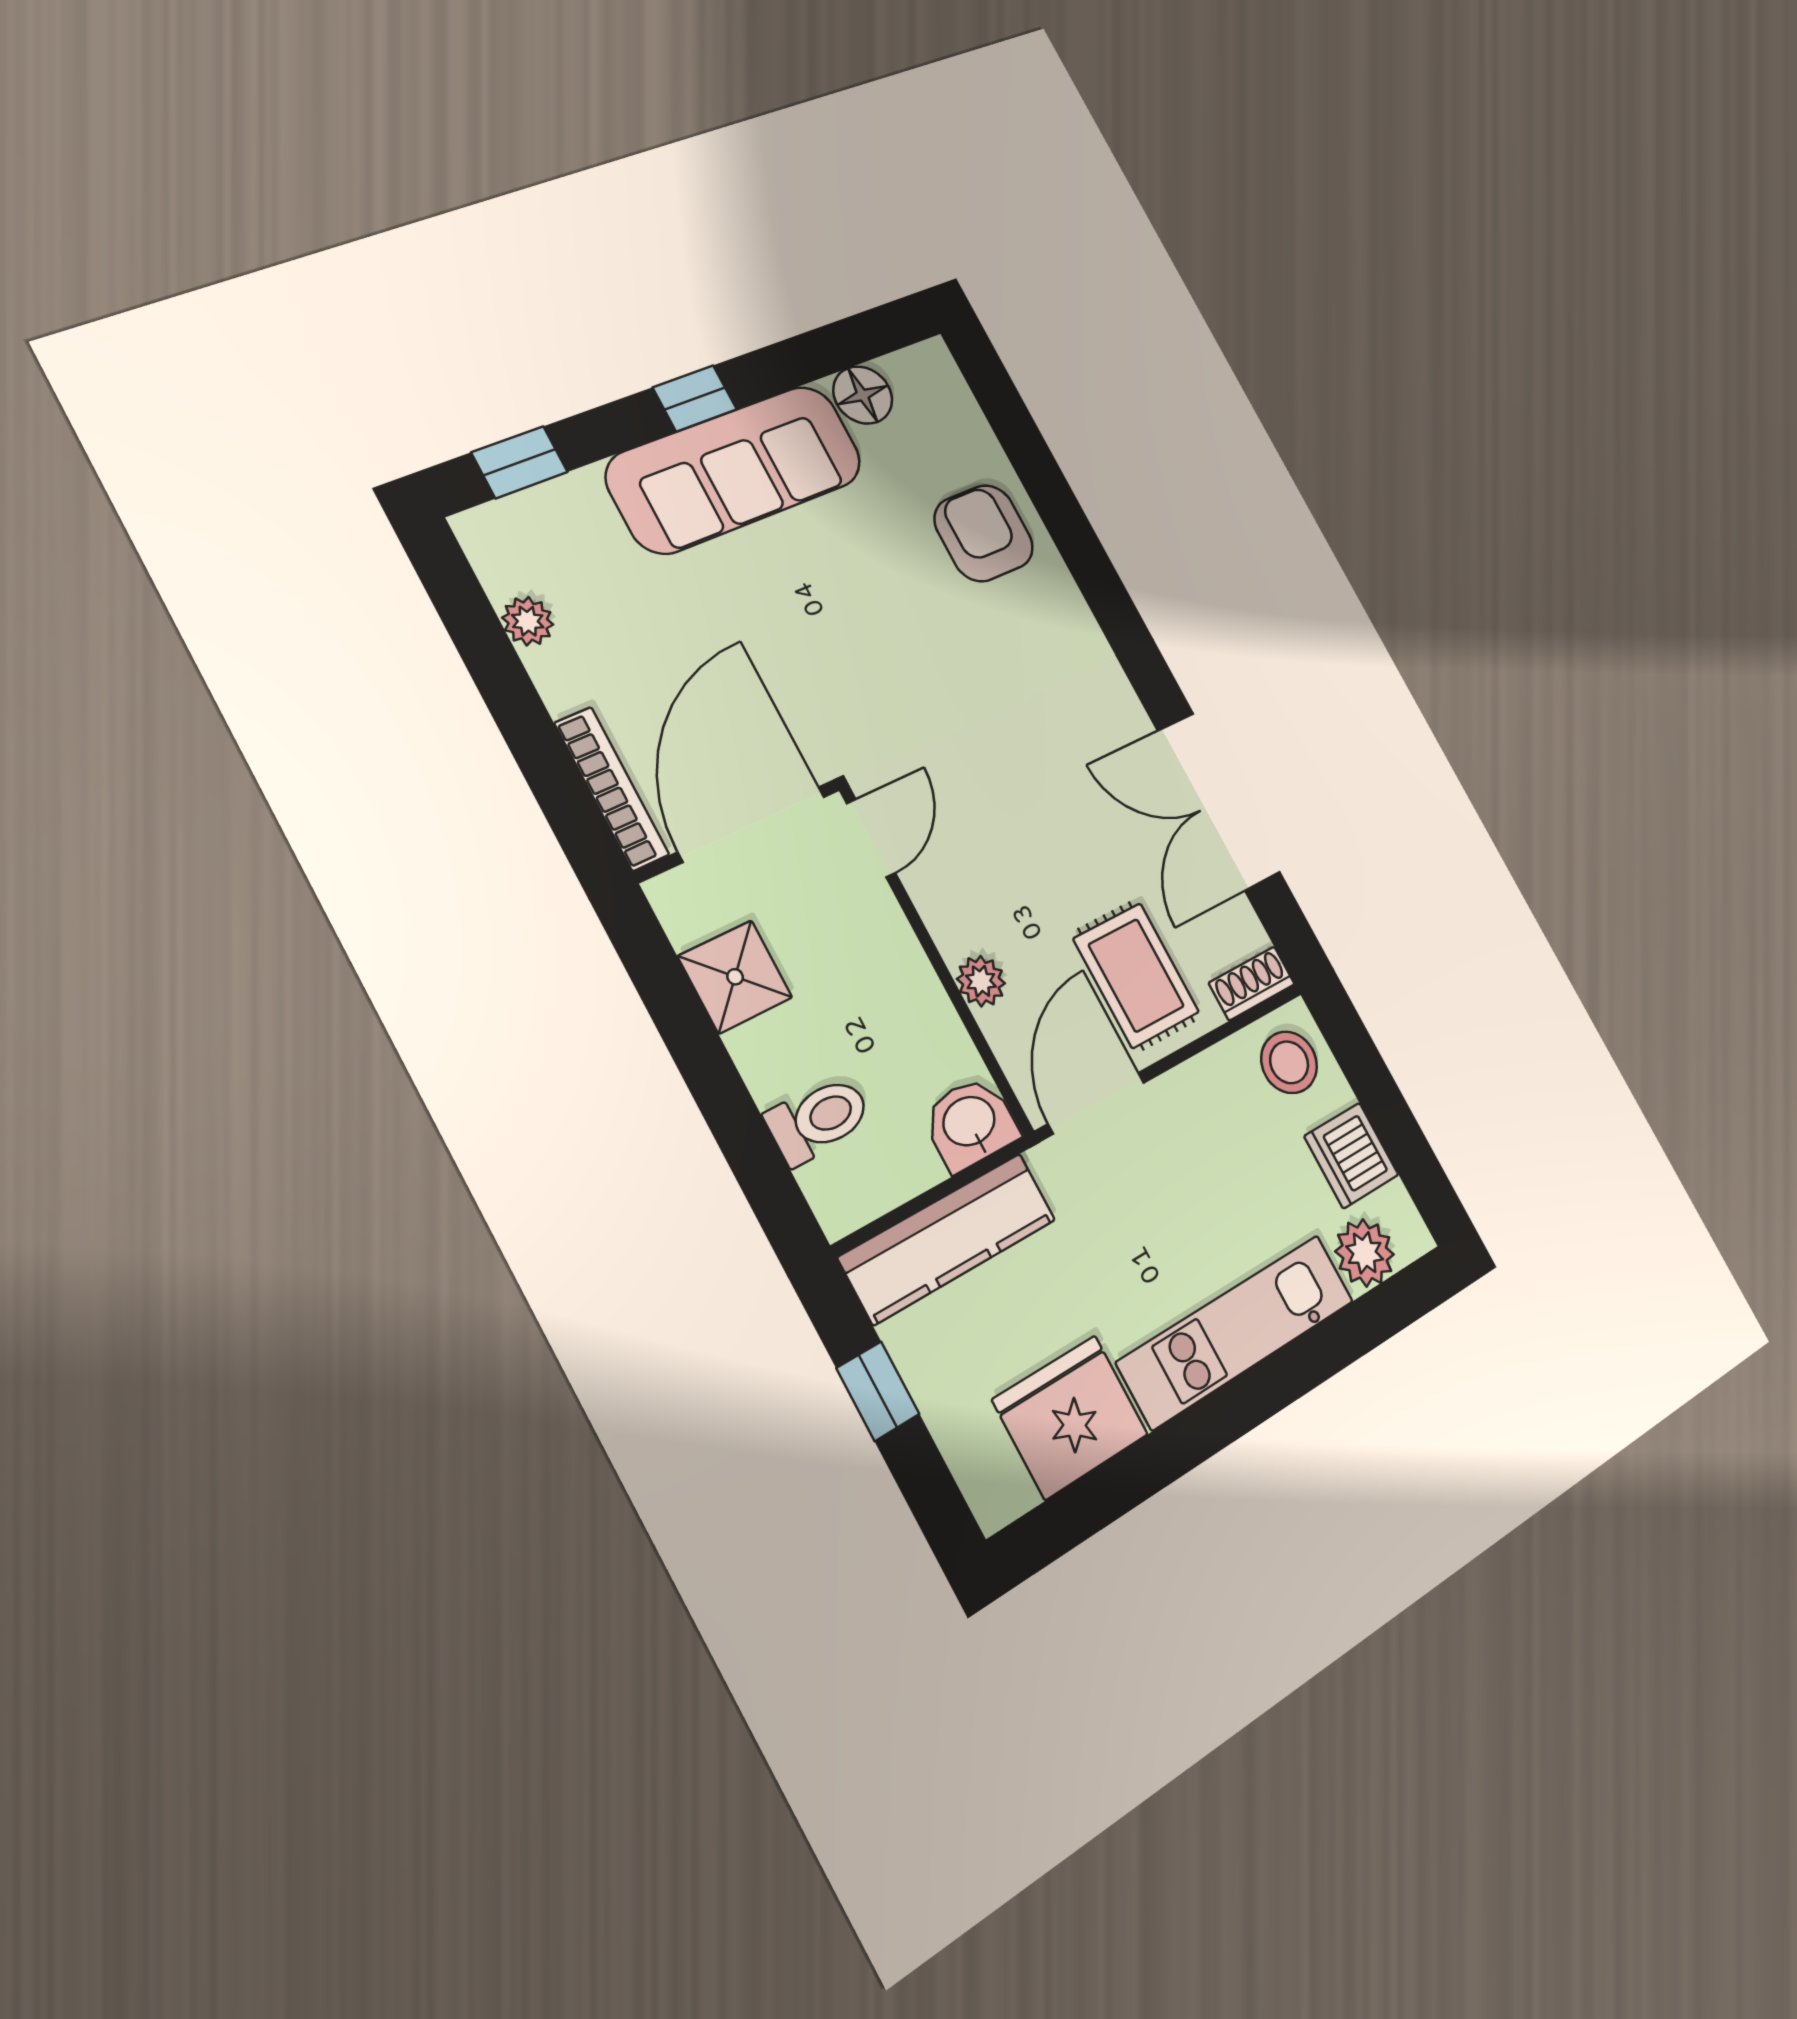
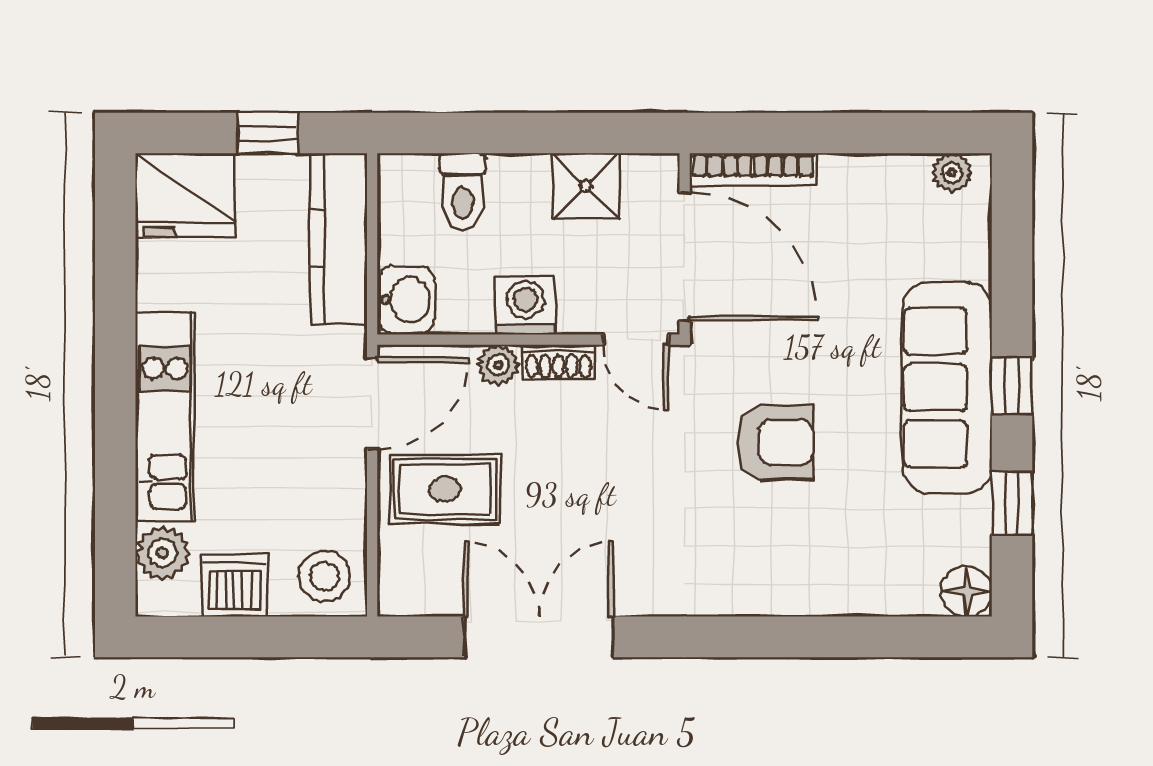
floor lamp: (863, 395) -> (967, 591), moved
window: (520, 462) -> (1012, 503), moved
armchair: (984, 533) -> (775, 442), moved
plant: (528, 621) -> (952, 173), moved
washing machine: (902, 982) -> (525, 305), added
shoe rack: (1252, 983) -> (558, 362), moved, turned 90
door: (1096, 1103) -> (372, 403), hinge flipped
fridge: (1070, 1417) -> (185, 195), moved, turned 90

